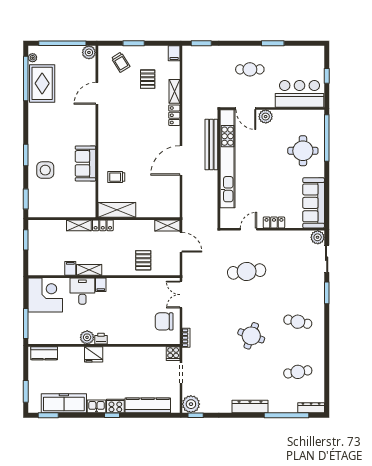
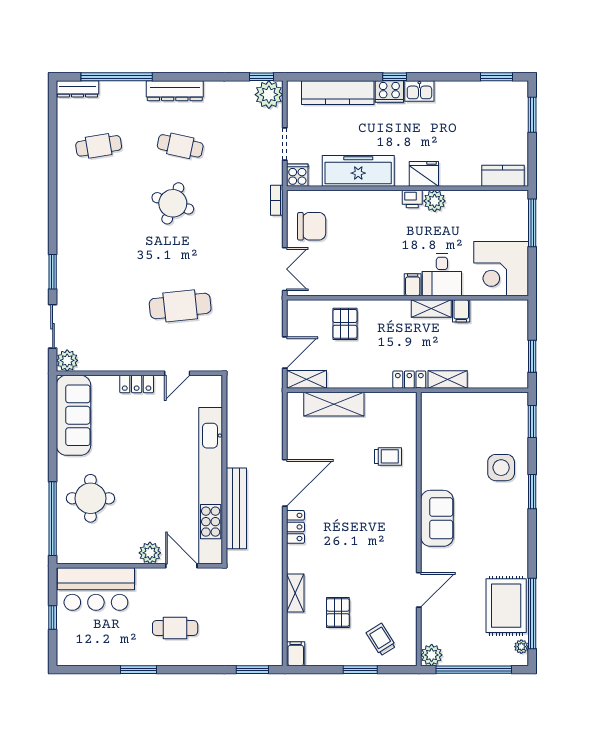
locker: (174, 115) -> (295, 527), moved
sofa: (85, 163) -> (437, 518), moved
shelving: (117, 210) -> (334, 404), moved
door: (181, 242) -> (285, 353), swing flipped
cafe table: (298, 322) -> (180, 146), moved
freezer: (64, 403) -> (358, 171), moved, turned 180

